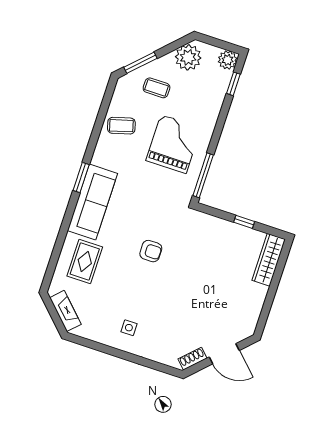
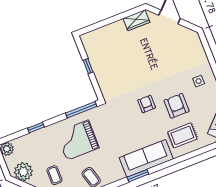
window: (233, 84) -> (36, 128), moved
wardrobe: (269, 260) -> (136, 20), moved, width x0.67
armchair: (122, 282) -> (177, 106), added
shoe rack: (192, 359) -> (187, 32), removed

